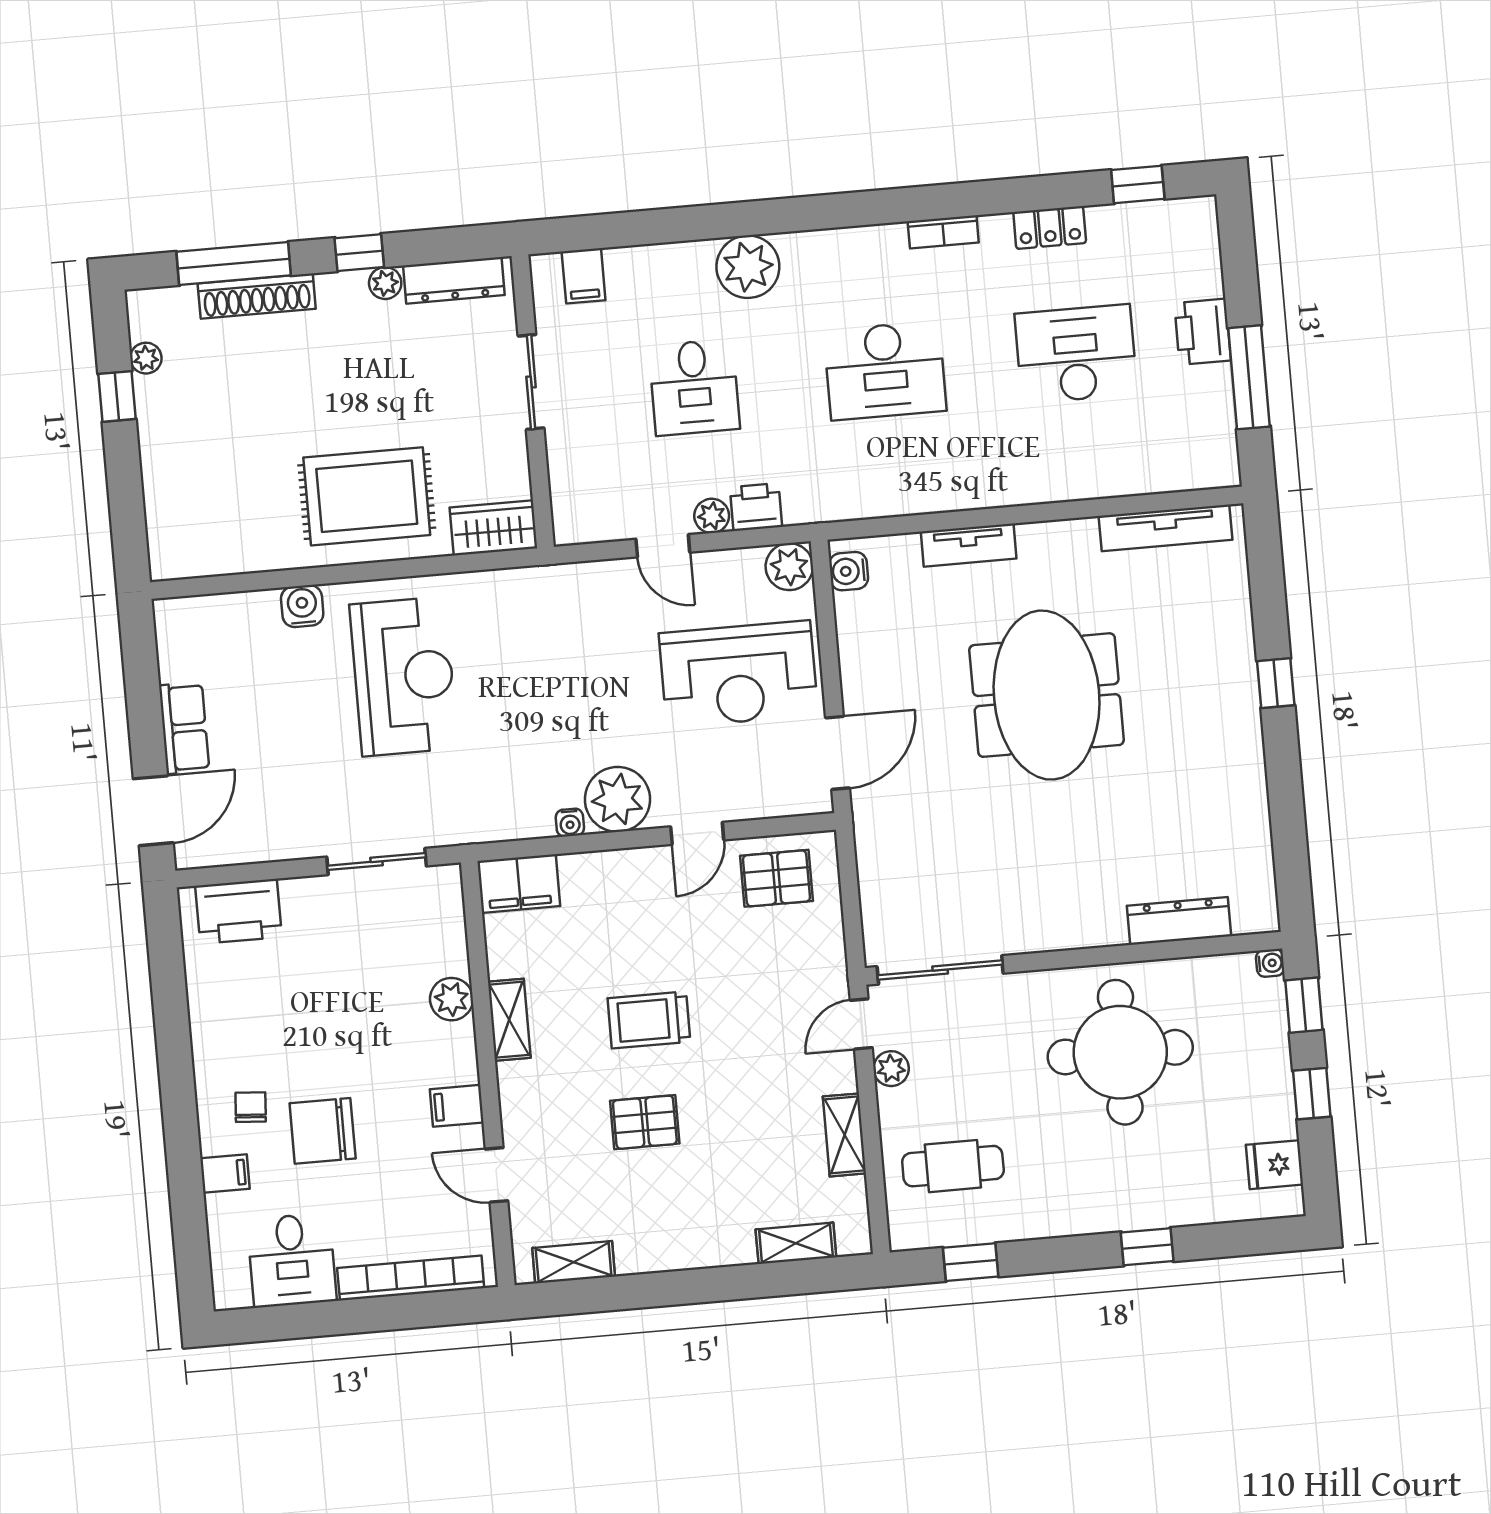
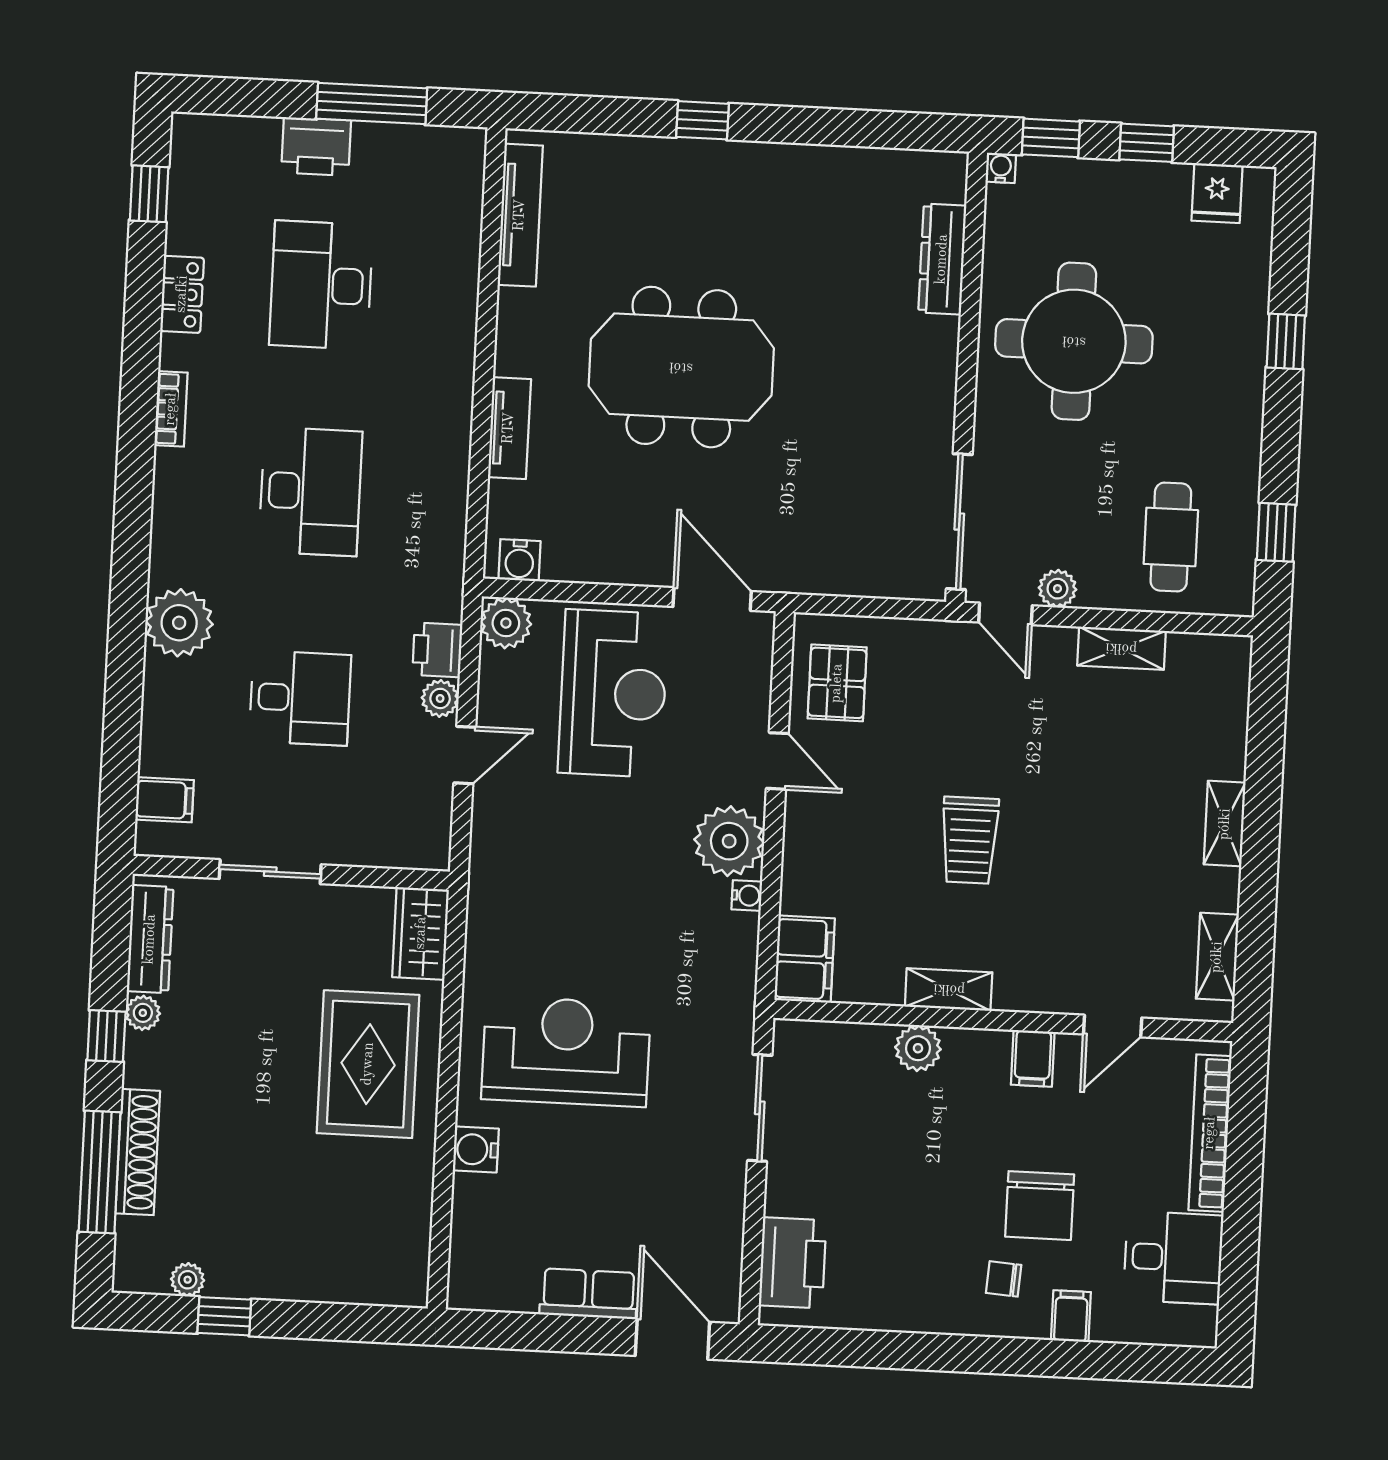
pallet: (645, 1122) -> (1078, 860), removed
shelving: (796, 1243) -> (1225, 824), moved

